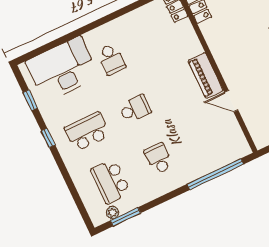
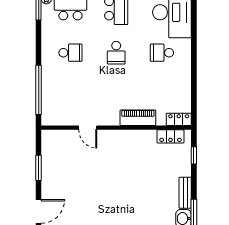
piano: (206, 75) -> (138, 118), moved
door: (231, 101) -> (88, 128), swing flipped

